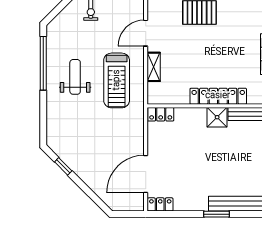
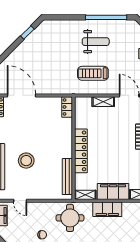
treadmill: (117, 80) -> (93, 73), width x0.73, depth x0.73
shower: (217, 117) -> (65, 150), removed
stool: (231, 168) -> (26, 161), added

